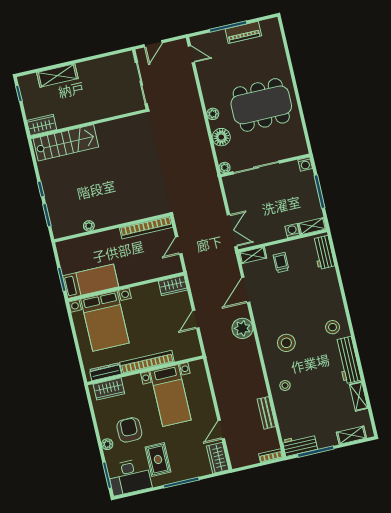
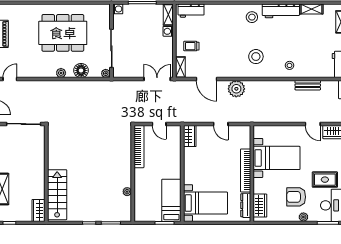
dining table: (261, 105) -> (63, 33), turned 90
bed with nightstands: (105, 321) -> (205, 203), width x0.73

